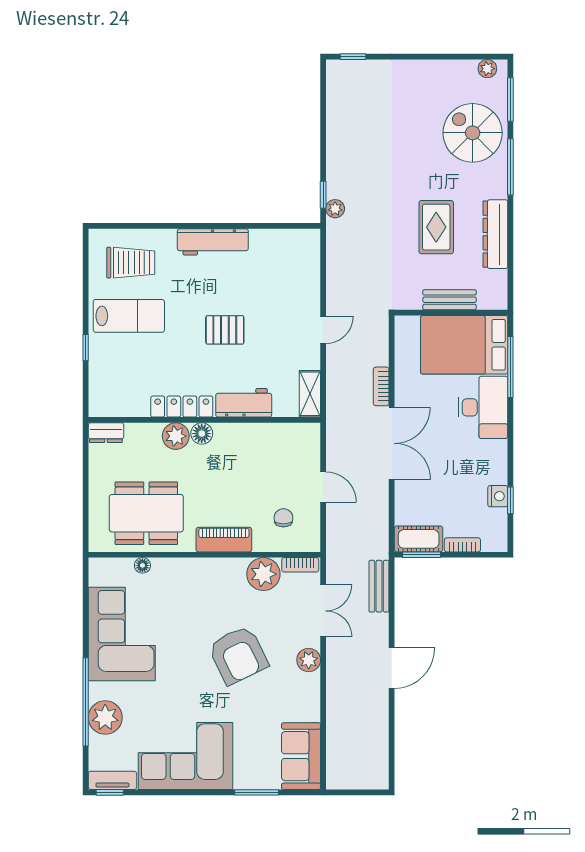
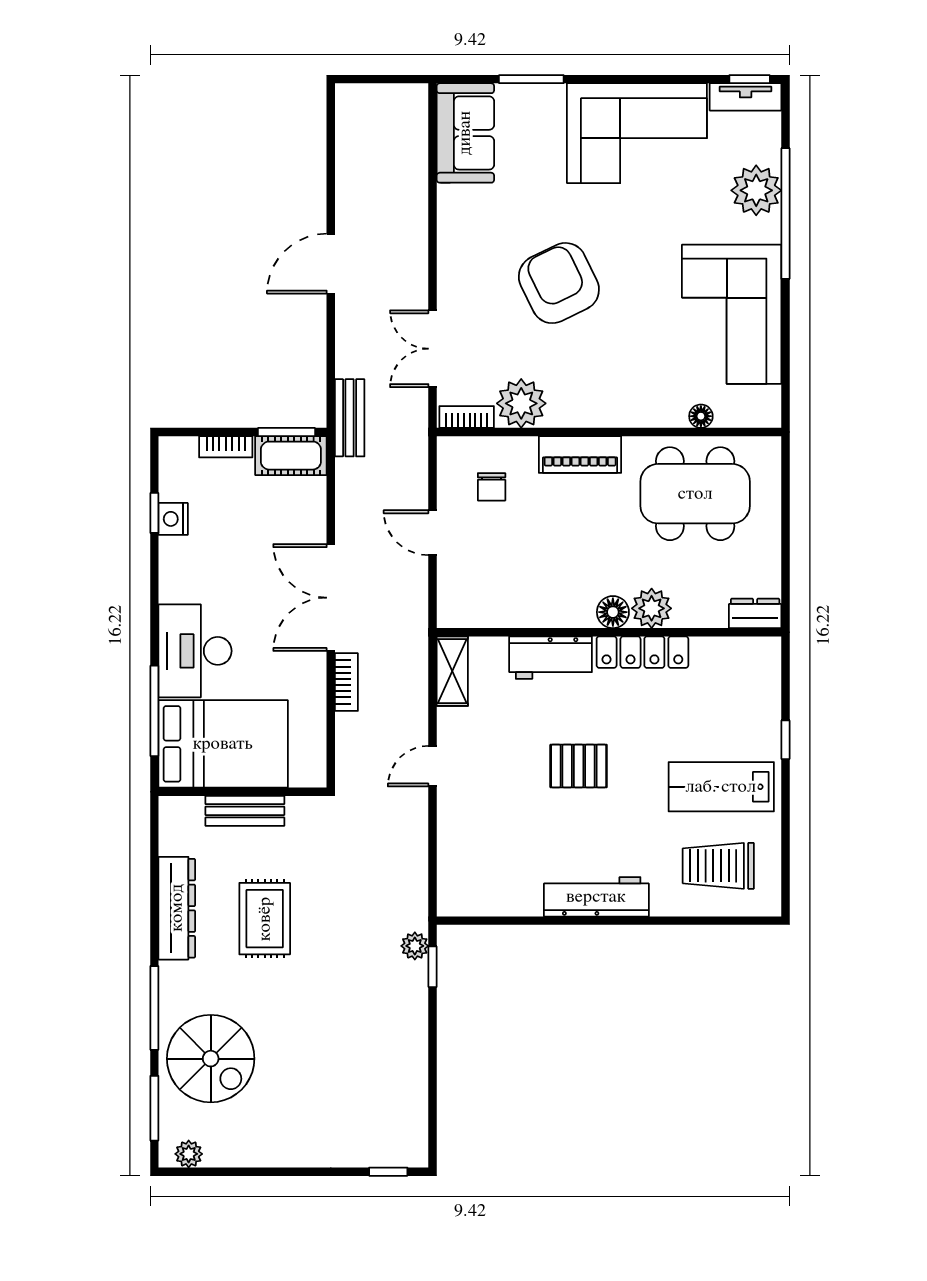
bench: (379, 586) -> (350, 418), moved
plant: (309, 660) -> (454, 276), removed

